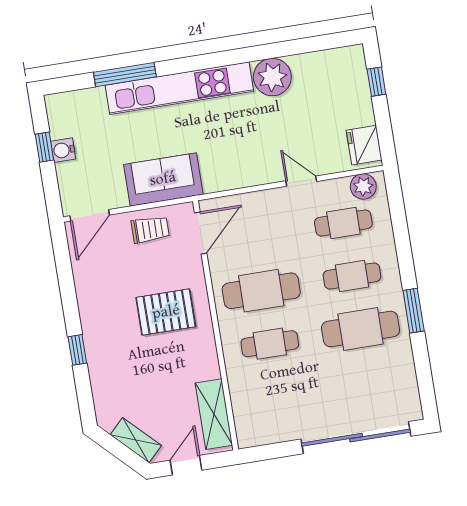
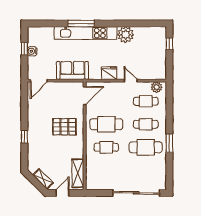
window: (125, 75) -> (81, 23), moved
fridge: (364, 145) -> (109, 73), moved, turned 90
trolley: (150, 229) -> (63, 91), removed

